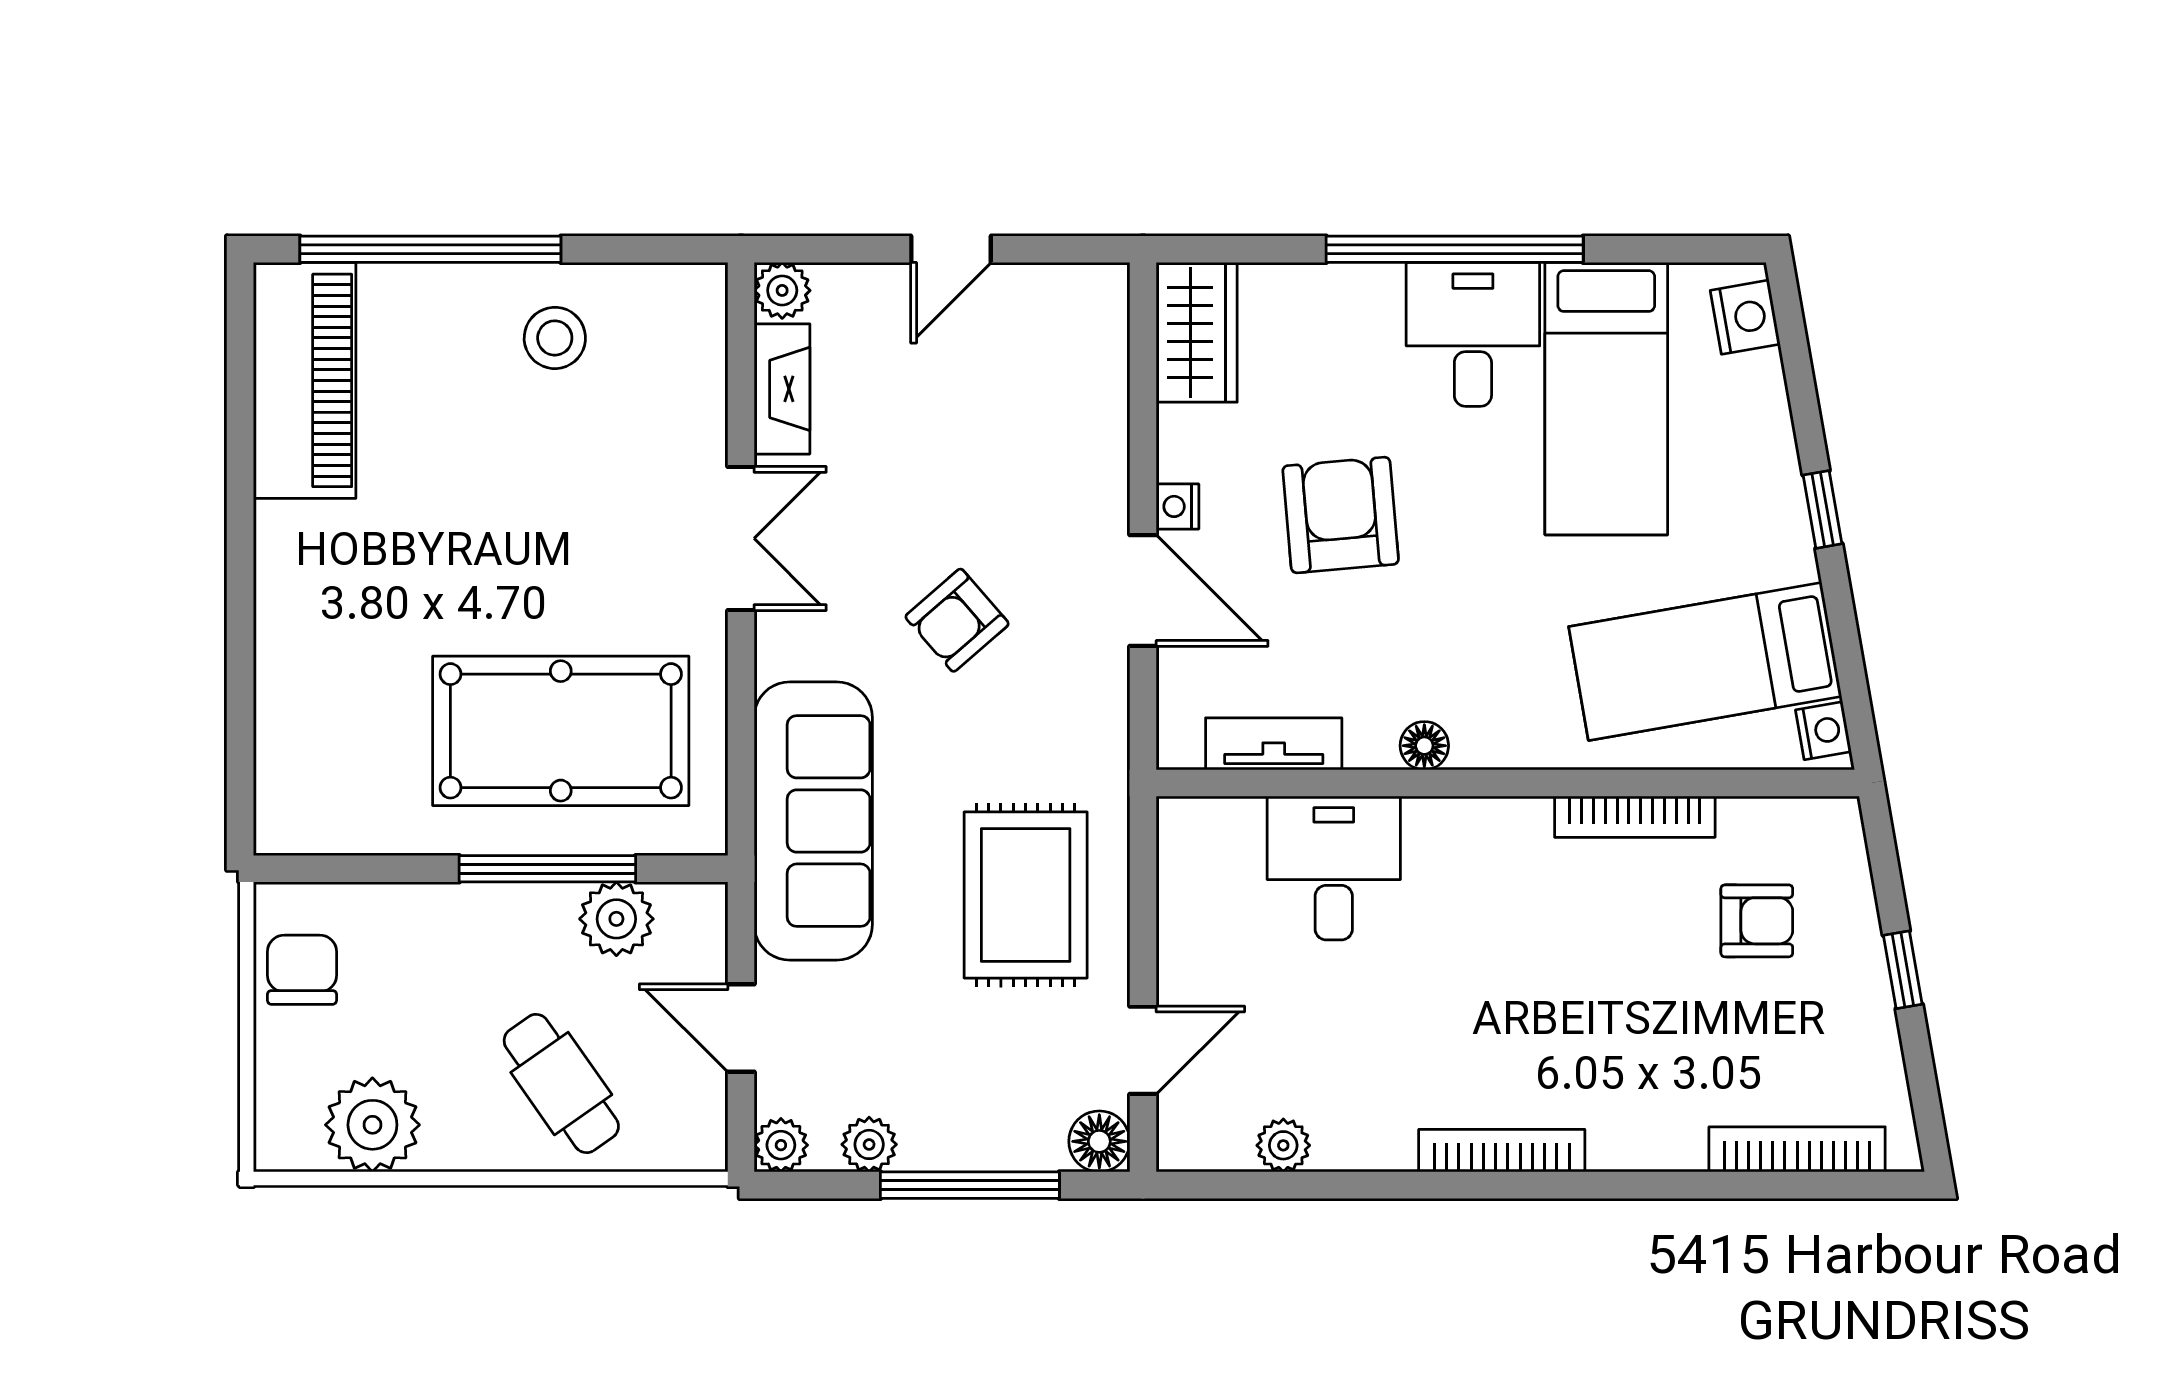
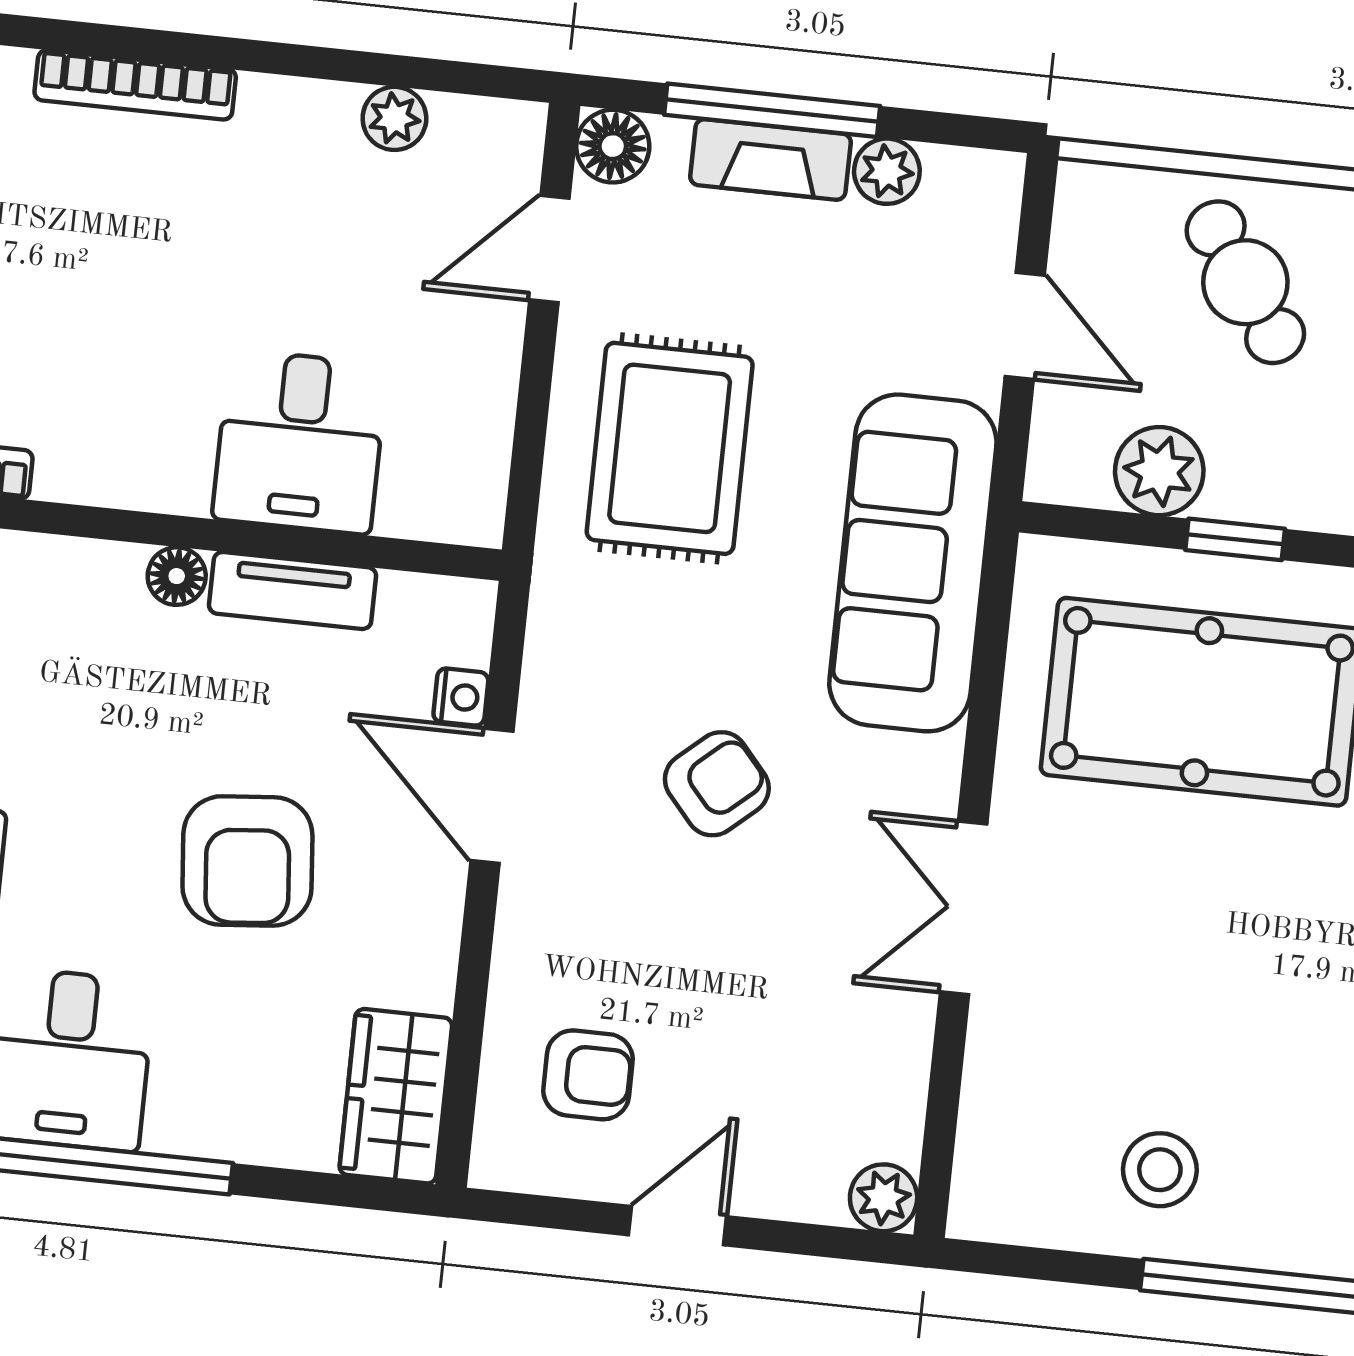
armchair: (1039, 367) -> (588, 1075), added
fireplace: (782, 389) -> (771, 159), moved, turned -90
nightstand: (1177, 506) -> (461, 697), moved
tv unit: (1274, 744) -> (293, 590), moved
window: (547, 869) -> (1235, 539), width x0.46
plant: (781, 1145) -> (992, 182), removed

